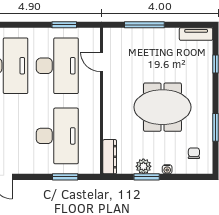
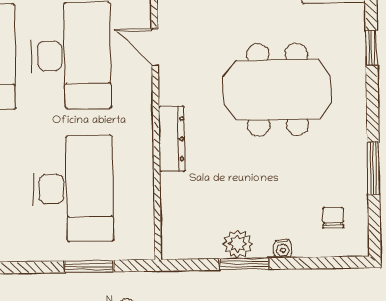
meeting table: (162, 107) -> (278, 90), moved
dresser: (110, 157) -> (172, 139), moved

